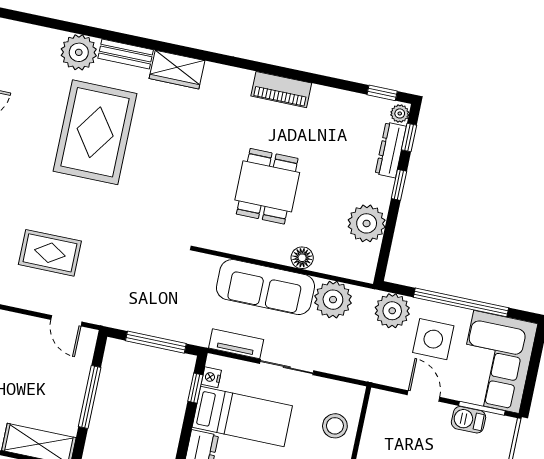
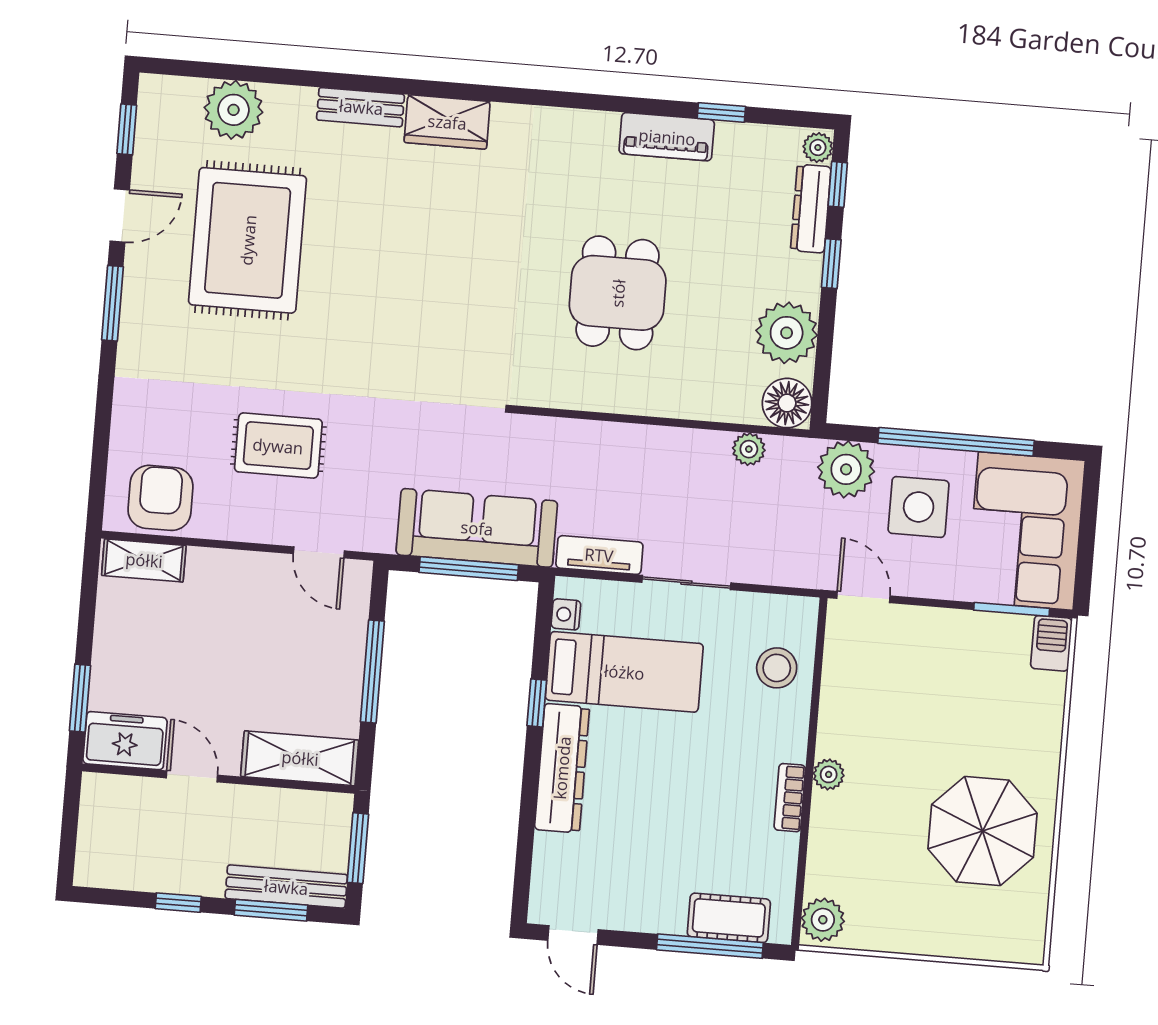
plant: (79, 52) -> (233, 110), moved
piano: (281, 90) -> (667, 137), moved
window: (382, 93) -> (721, 112), moved
rug: (95, 132) -> (248, 240), moved
floor lamp: (302, 258) -> (787, 403), moved, width x1.38, depth x1.38
sofa: (265, 287) -> (477, 528), moved, turned 180
plant: (333, 300) -> (749, 449), width x0.53, depth x0.53
window: (195, 388) -> (537, 703), moved
door: (424, 396) -> (863, 597), moved
barbecue: (469, 420) -> (1051, 643), moved, turned 90

